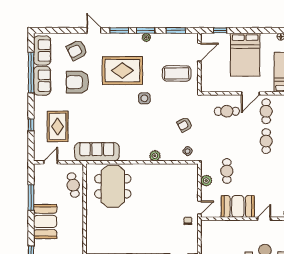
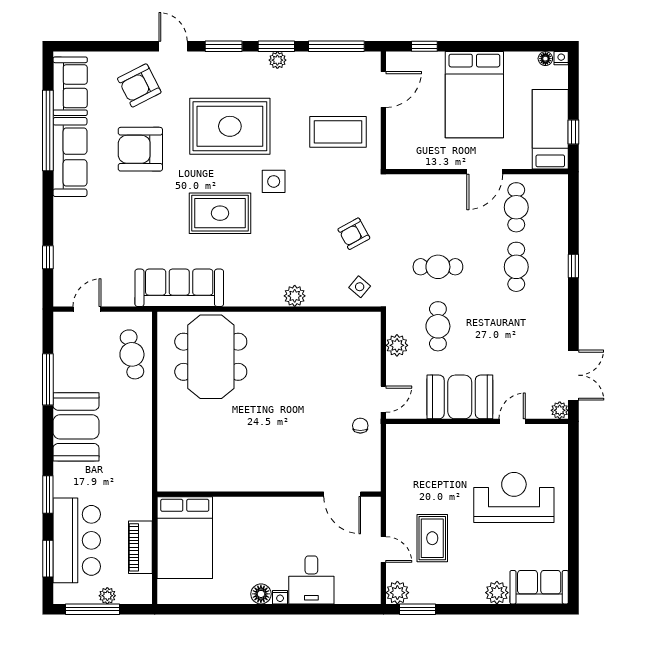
window: (176, 30) -> (336, 46), width x1.44
sofa: (42, 81) -> (70, 157), width x1.36
cafe table: (227, 111) -> (438, 267), moved
window: (31, 125) -> (48, 257), moved
rug: (58, 126) -> (220, 213), moved, turned 90

